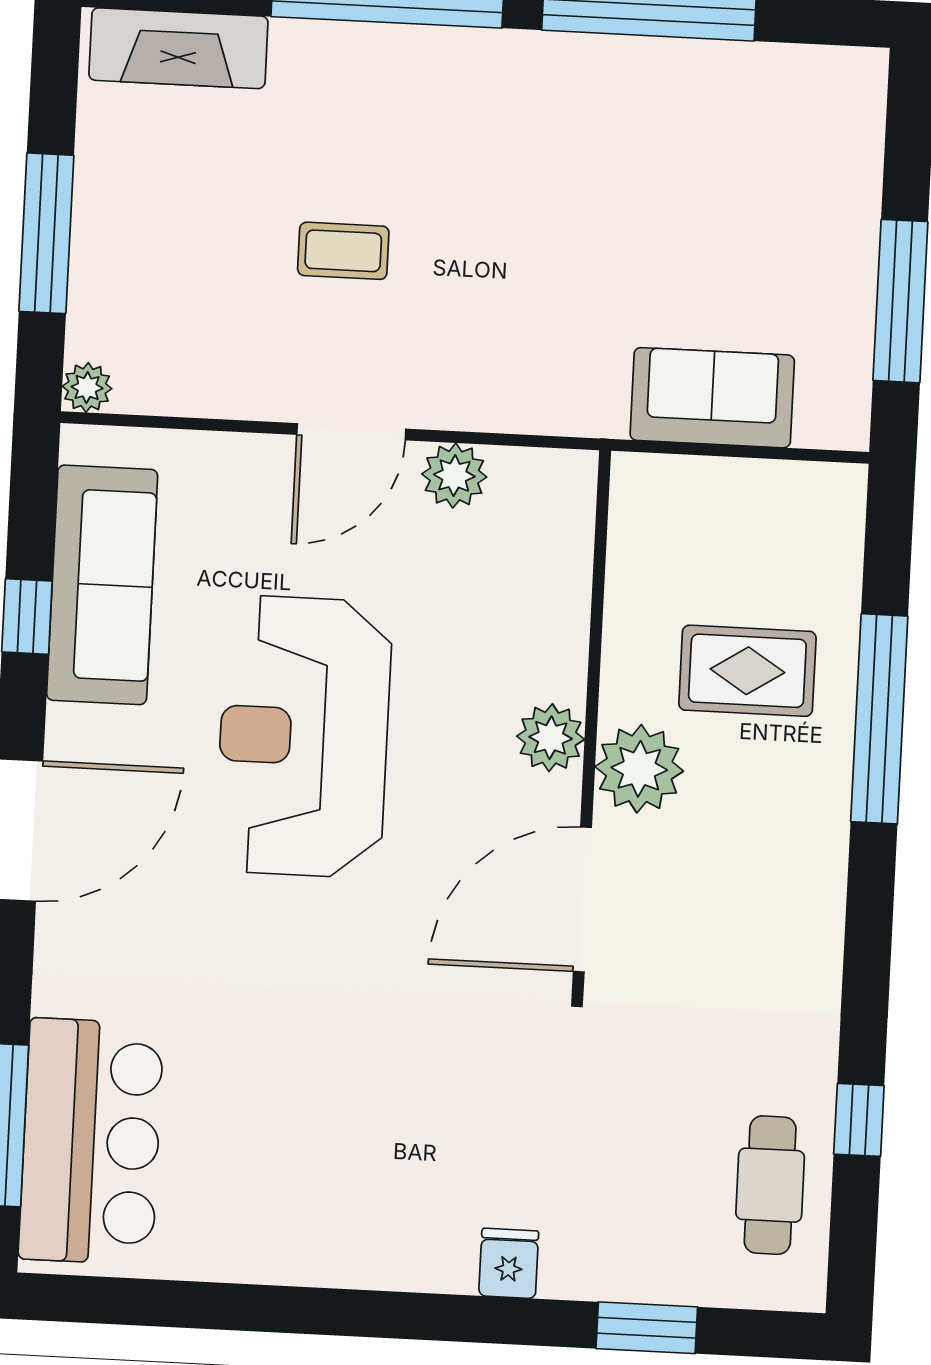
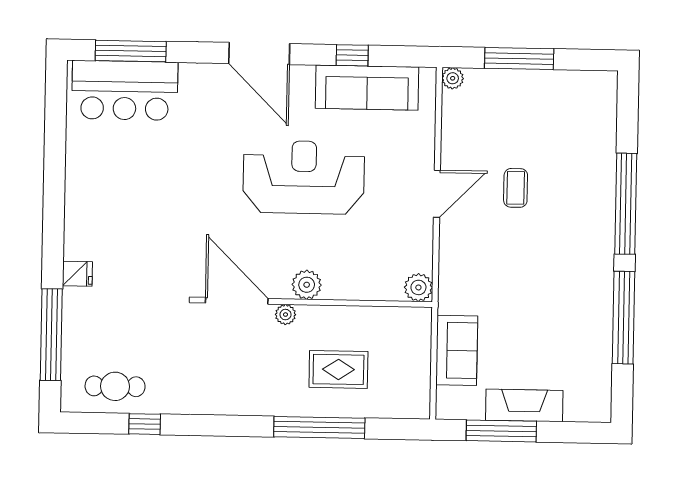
fireplace: (178, 48) -> (524, 405), moved, turned 90
door: (351, 432) -> (437, 194), swing flipped
plant: (454, 476) -> (418, 287), moved
rug: (747, 671) -> (338, 369), turned 90
plant: (639, 769) -> (286, 315), width x0.53, depth x0.53
window: (647, 1328) -> (51, 335), width x2.11

